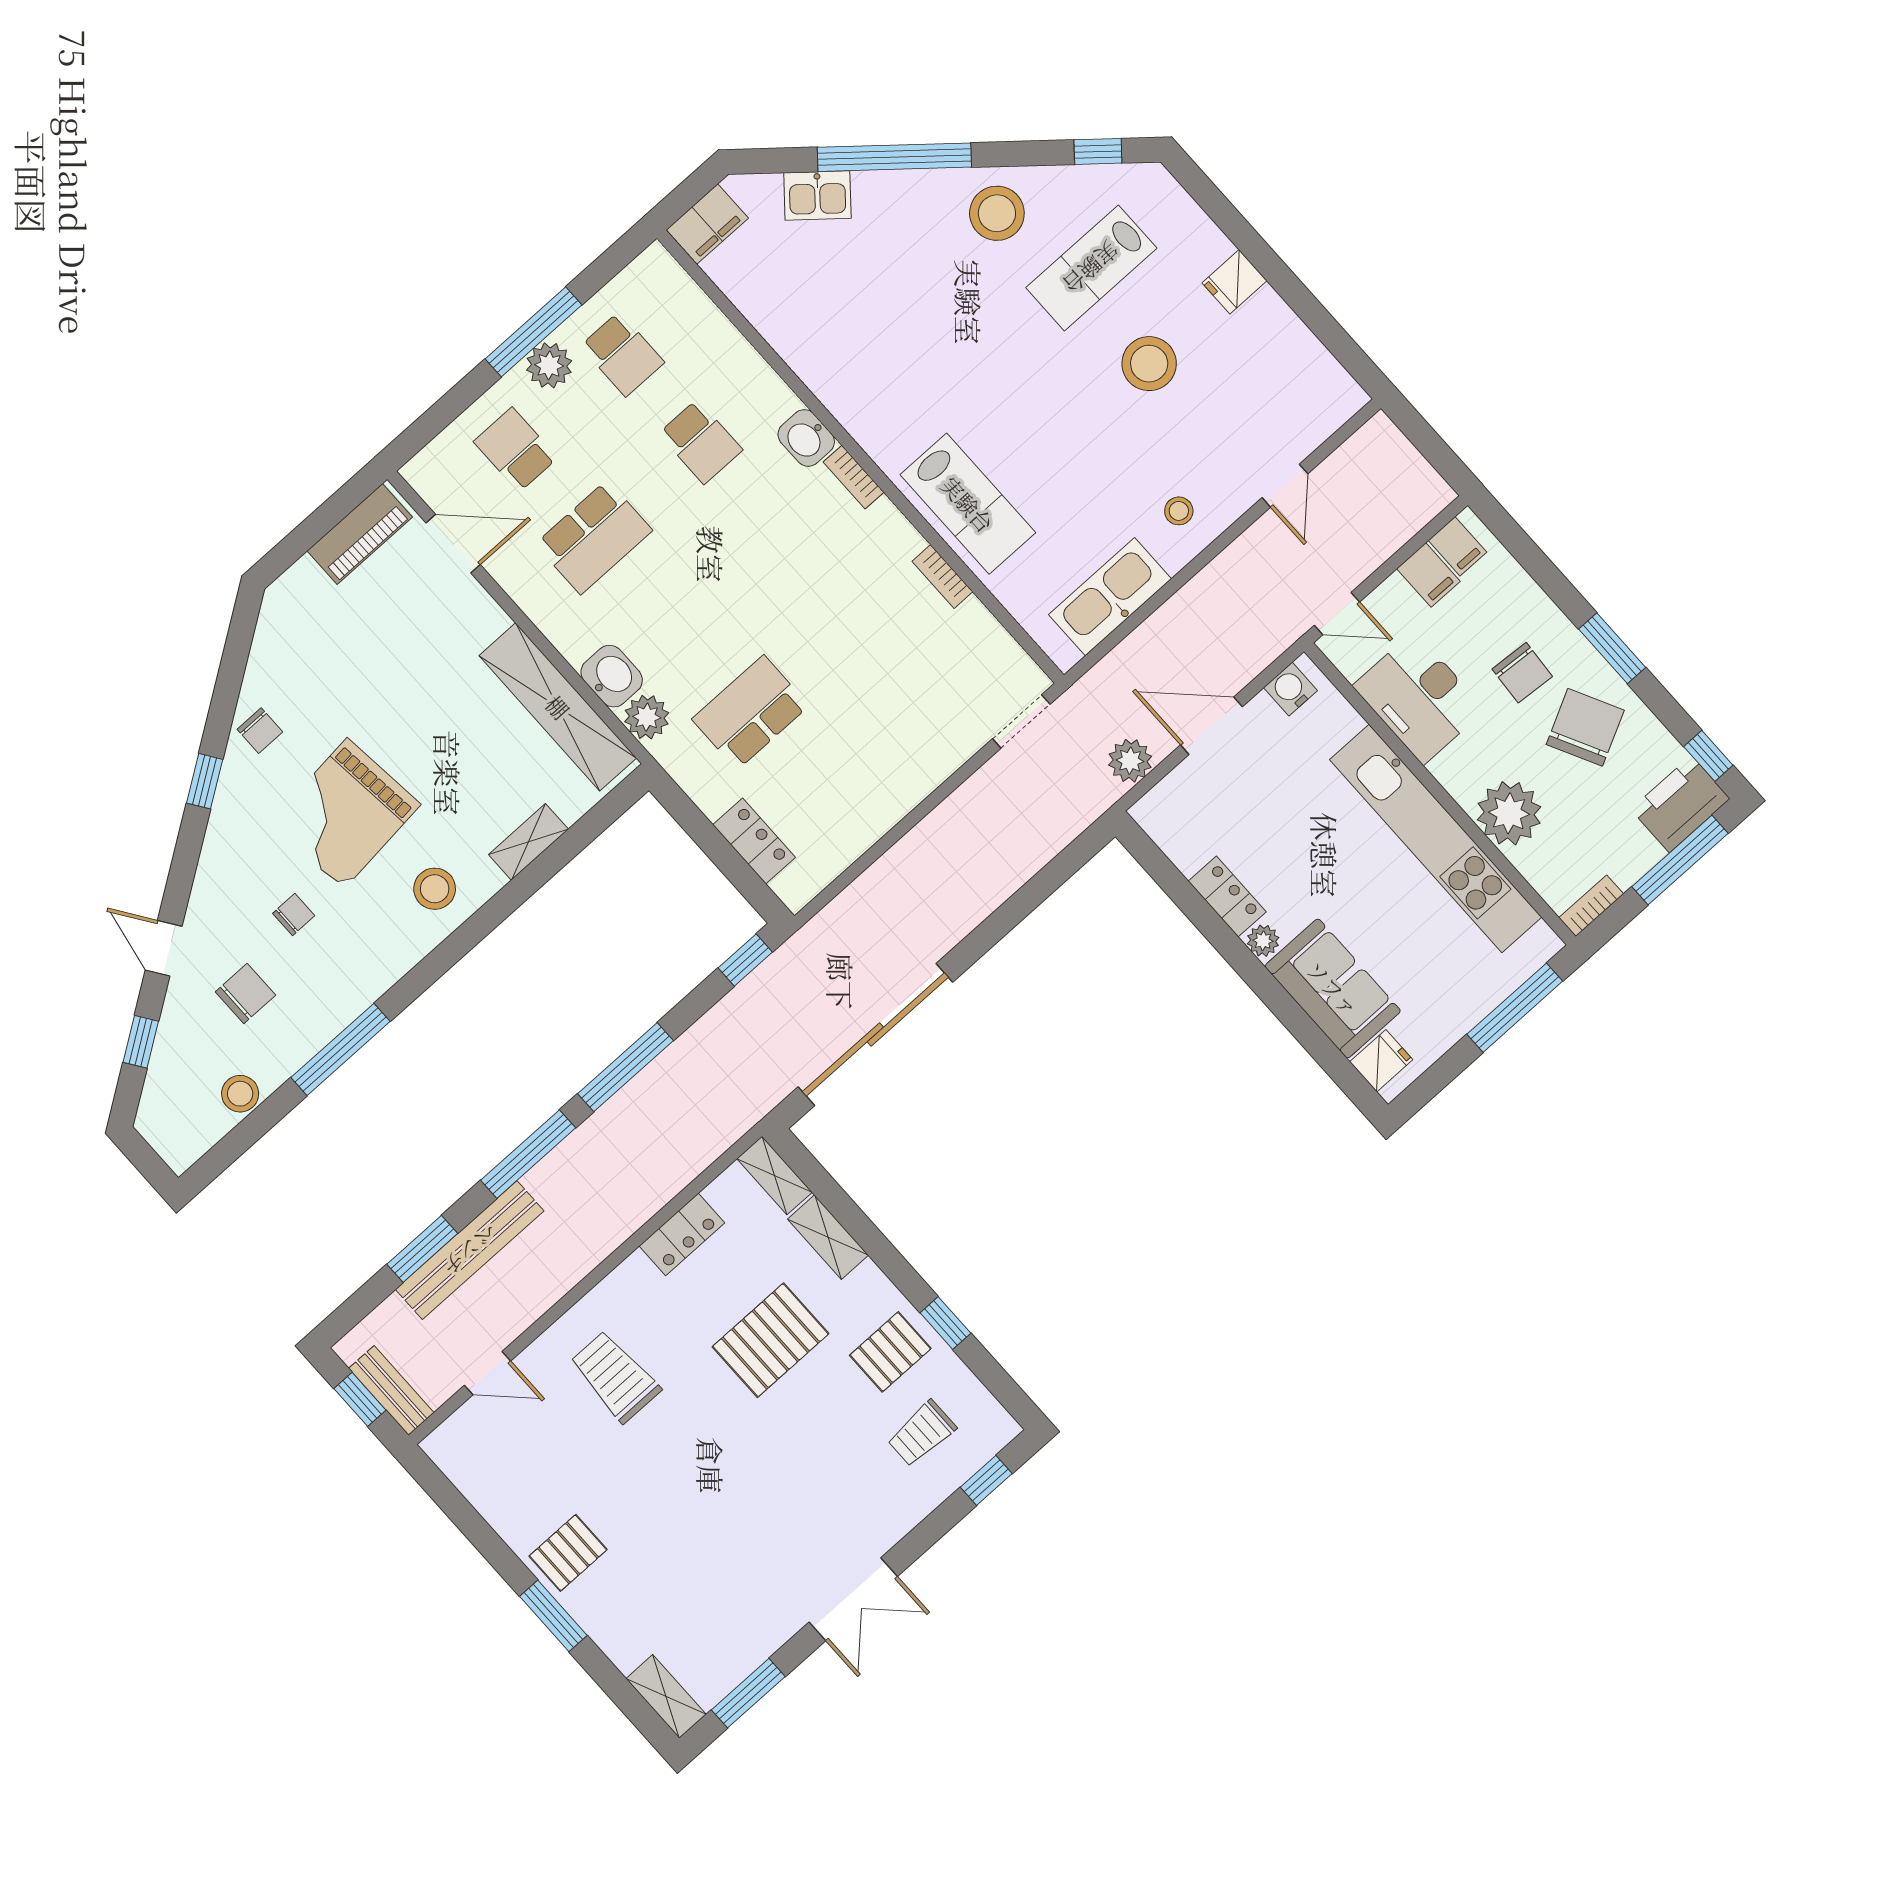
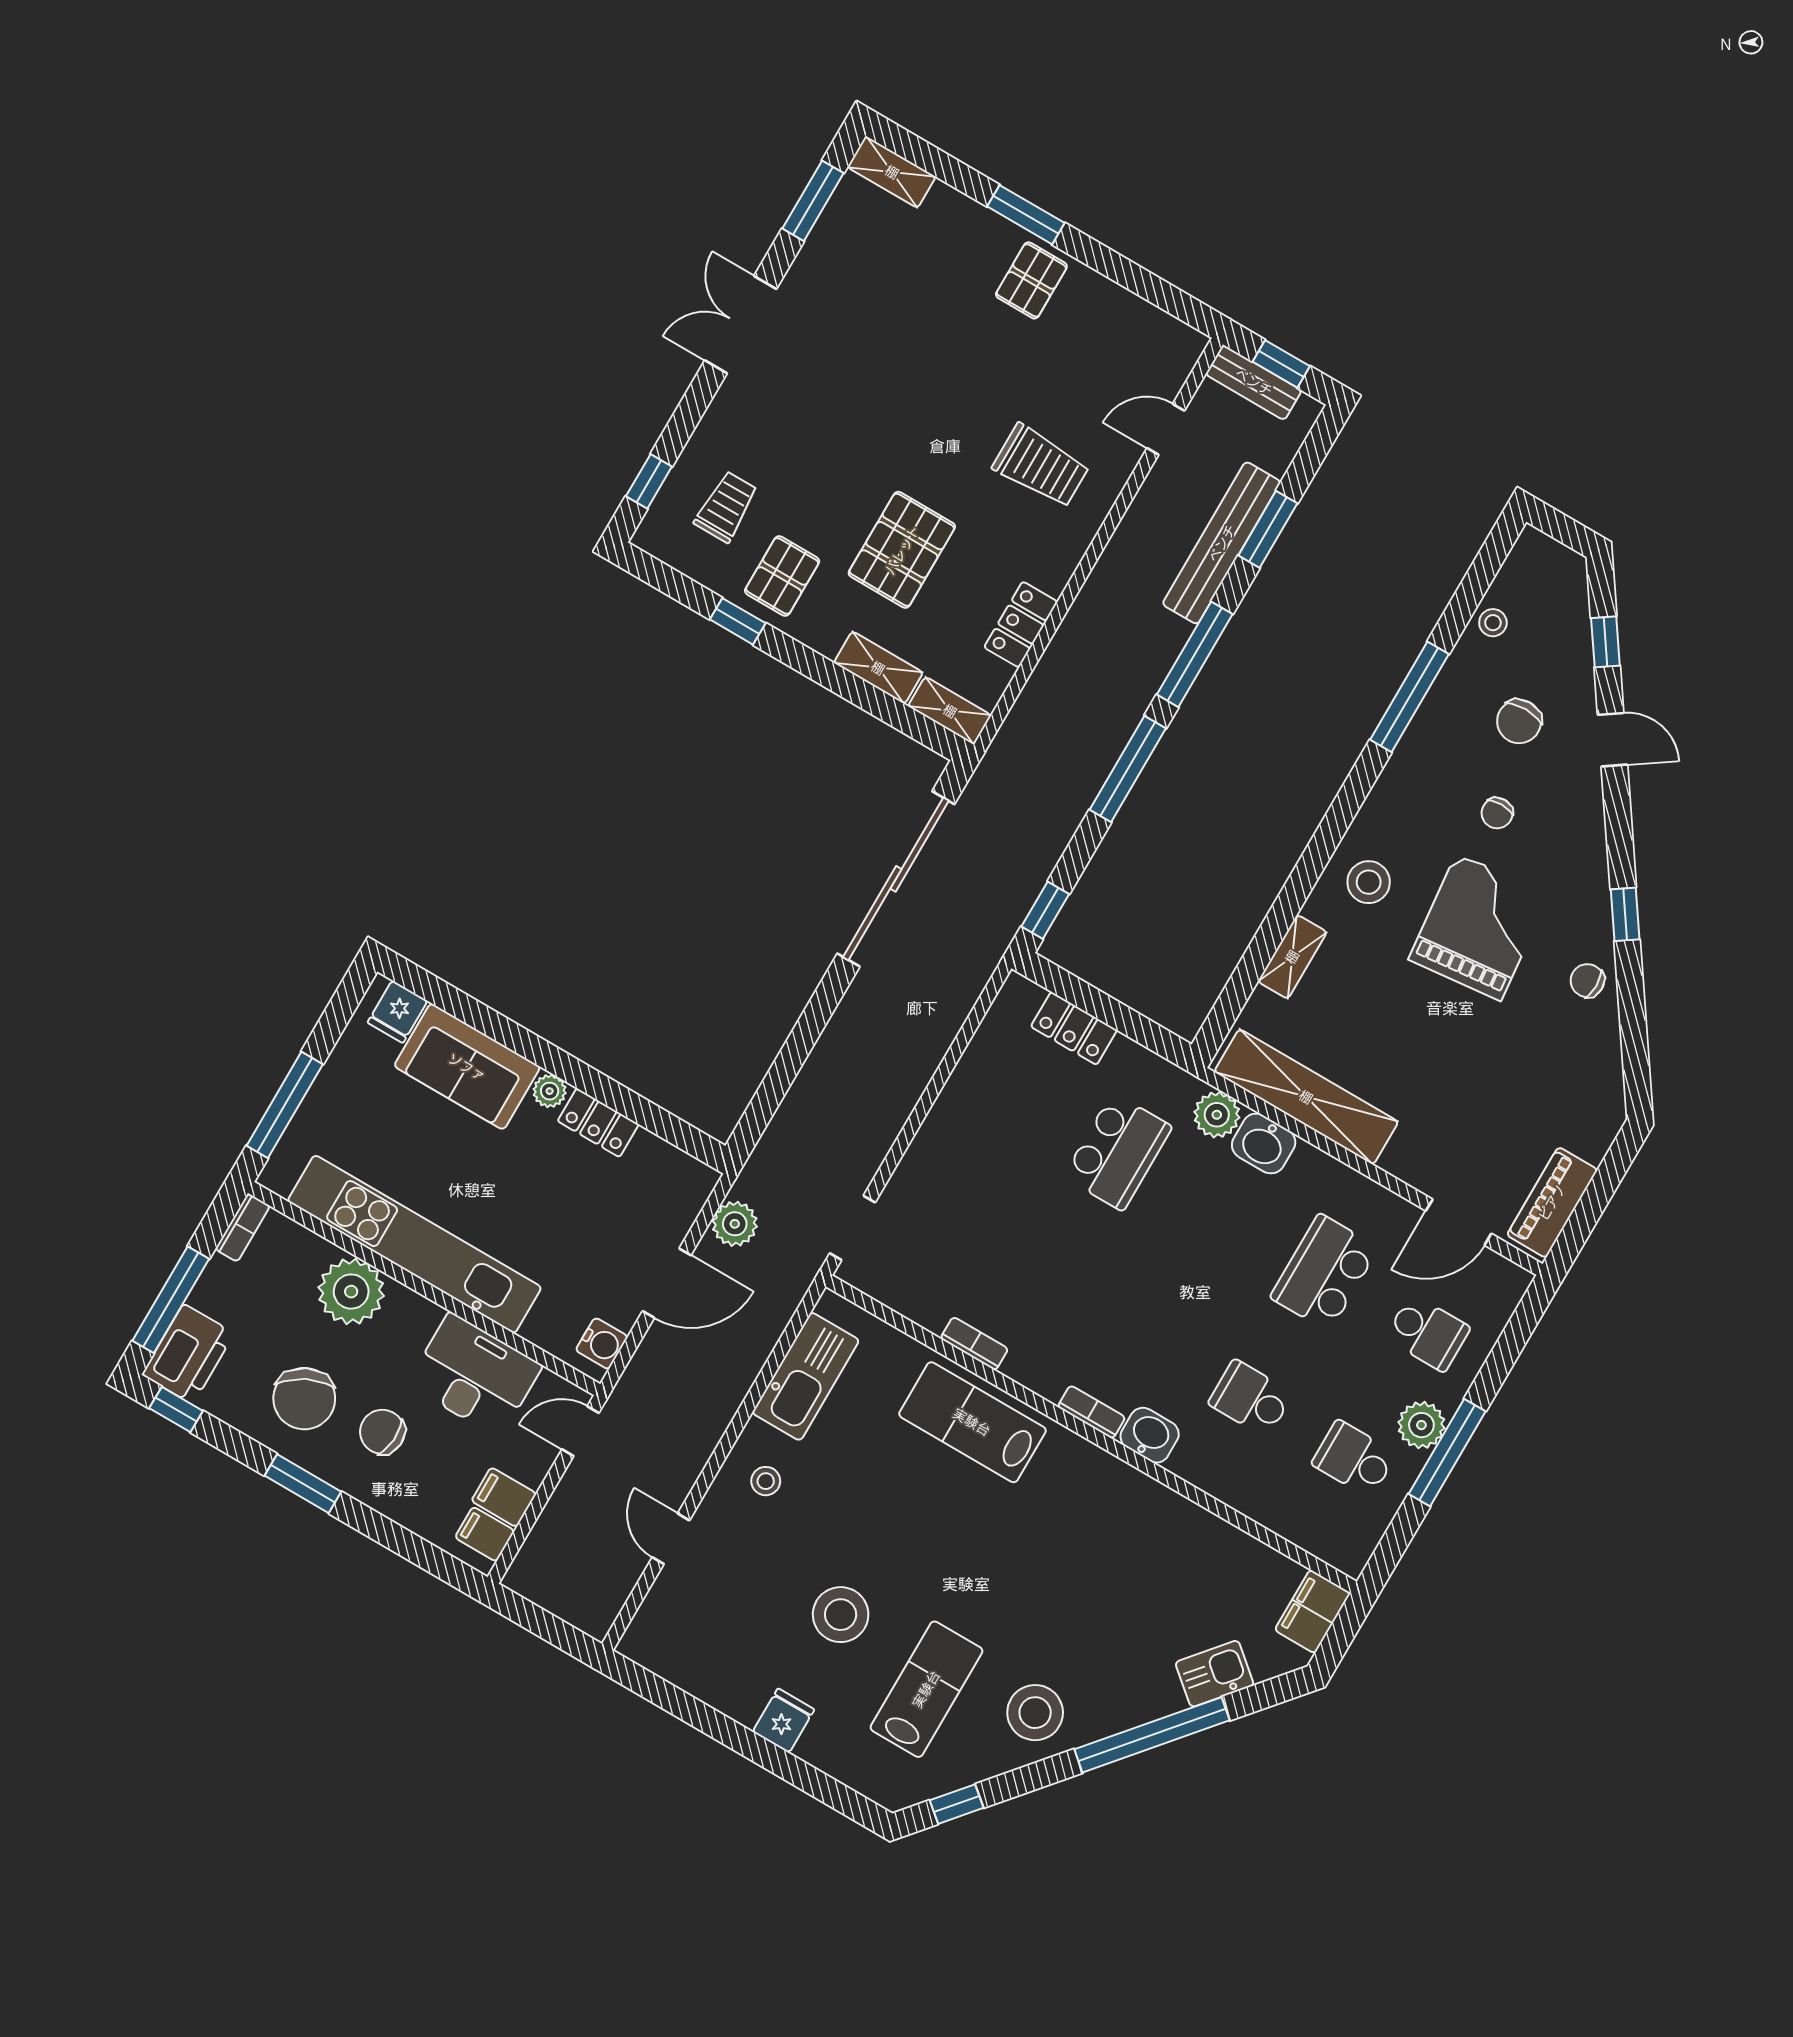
stool: (240, 1094) -> (1493, 623), width x0.73, depth x0.73

